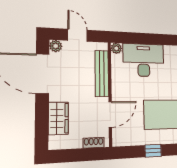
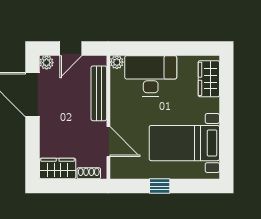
door: (77, 35) -> (71, 49), swing flipped
door: (110, 114) -> (108, 142), hinge flipped
wardrobe: (58, 118) -> (58, 169), moved, turned -90

